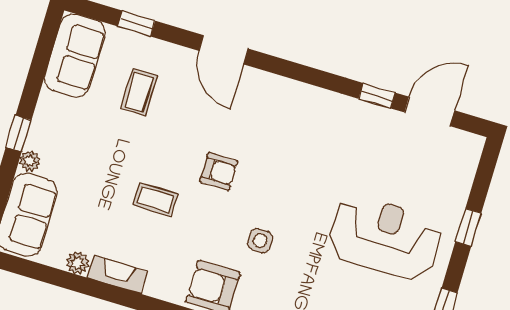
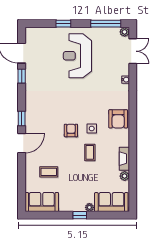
window: (136, 24) -> (22, 118), moved
side table: (260, 241) -> (92, 129), moved

